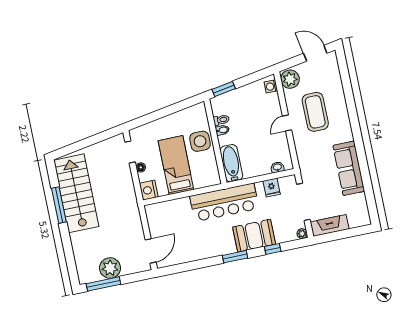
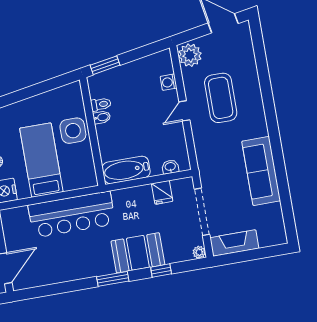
washing machine: (271, 86) -> (169, 82), moved
bathtub: (231, 163) -> (126, 170), moved, turned -90
bar counter: (224, 202) -> (72, 214), moved

